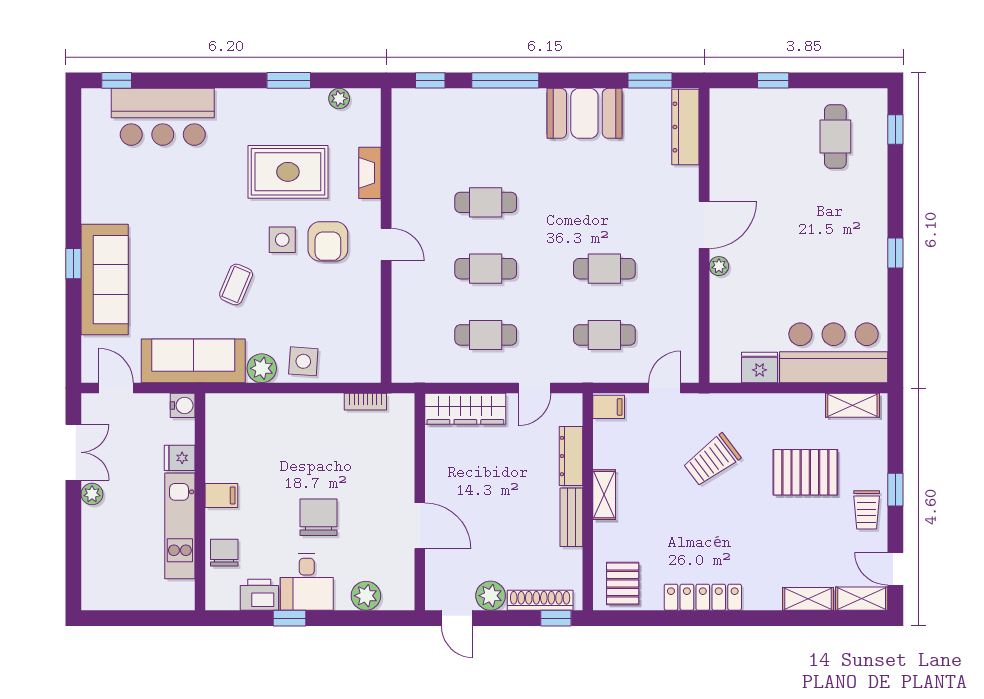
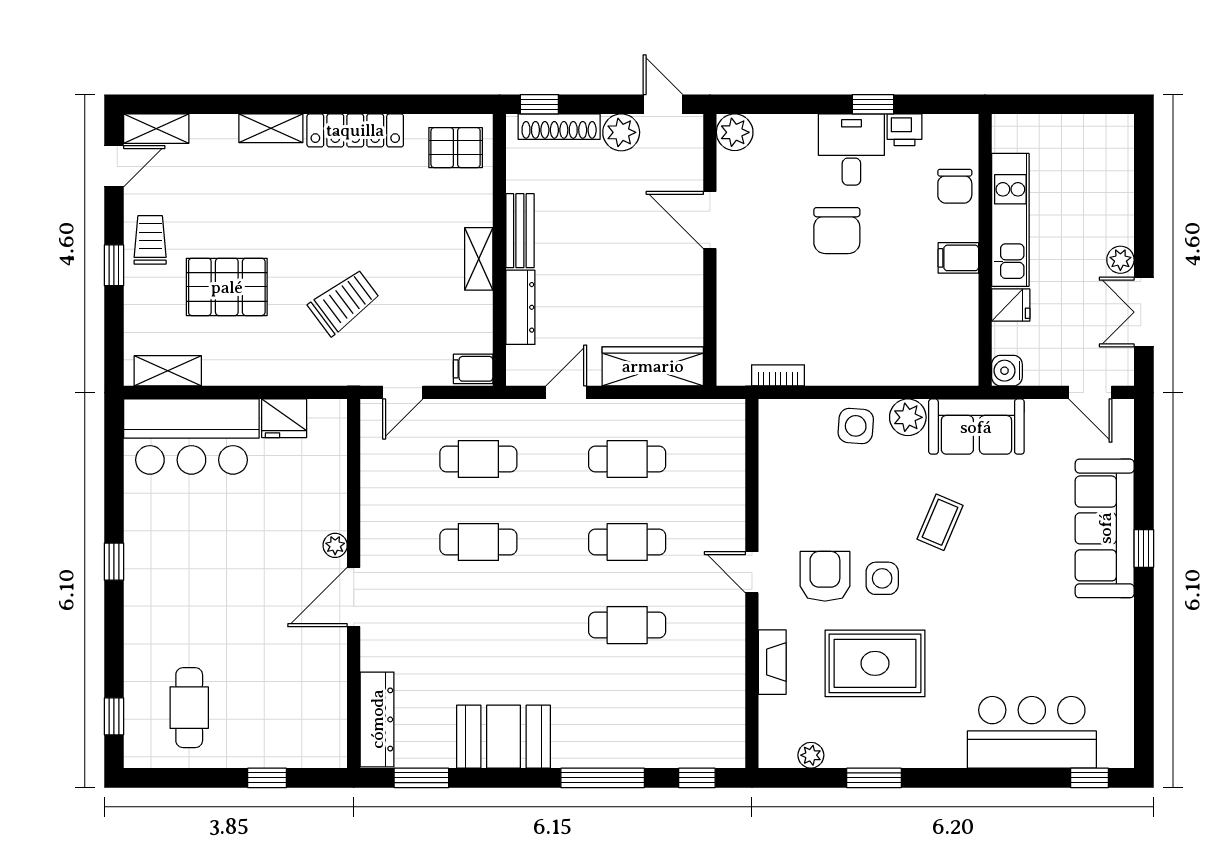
sofa: (193, 361) -> (976, 427), width x0.73
door: (895, 569) -> (114, 166), hinge flipped
pallet: (623, 583) -> (456, 148), turned 90
printer: (259, 595) -> (904, 130), width x0.73, depth x0.81
plant: (366, 596) -> (735, 132), moved
shelving: (808, 599) -> (271, 128), moved

